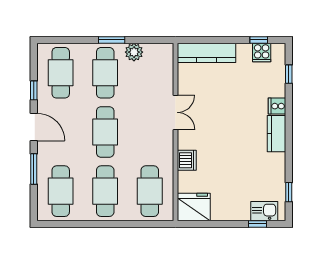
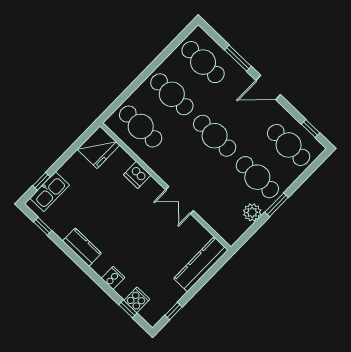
cooker: (262, 53) -> (137, 300), moved, turned 90
window: (34, 90) -> (310, 128), moved
kitchen counter: (276, 134) -> (82, 247), moved
kitchen sink: (264, 211) -> (50, 192), width x1.38

